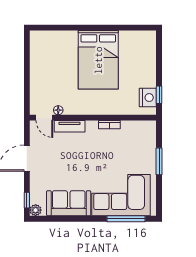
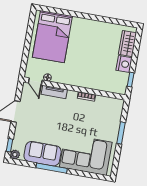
wardrobe: (148, 52) -> (127, 44), added
bed: (98, 60) -> (52, 37), moved
nightstand: (148, 98) -> (124, 64), moved
window: (126, 219) -> (52, 168), moved

